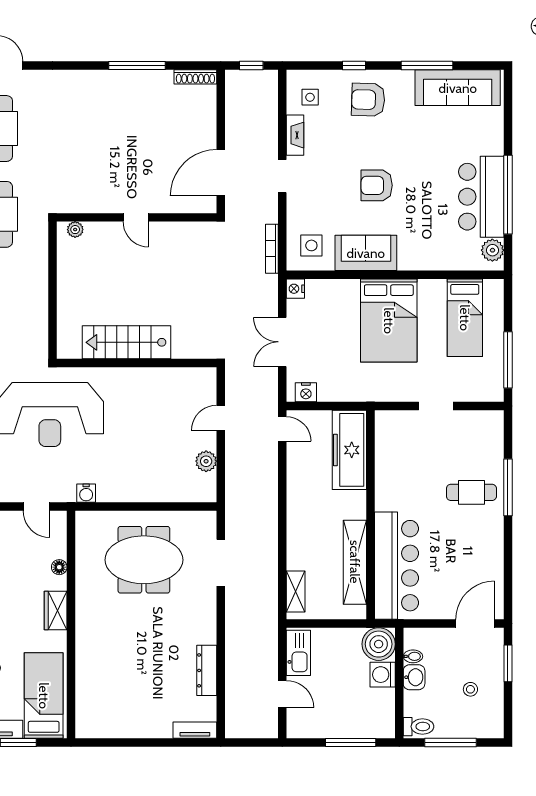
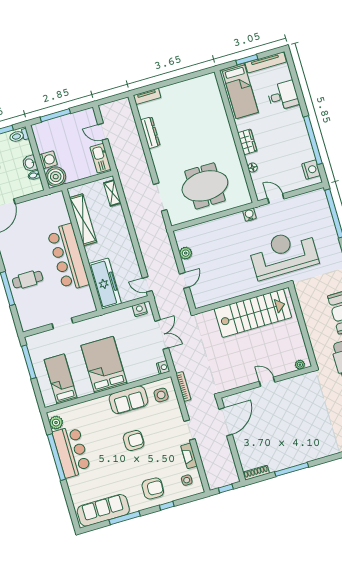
stairs: (126, 342) -> (253, 313), width x1.36, depth x1.51
bar counter: (396, 566) -> (68, 257), moved

